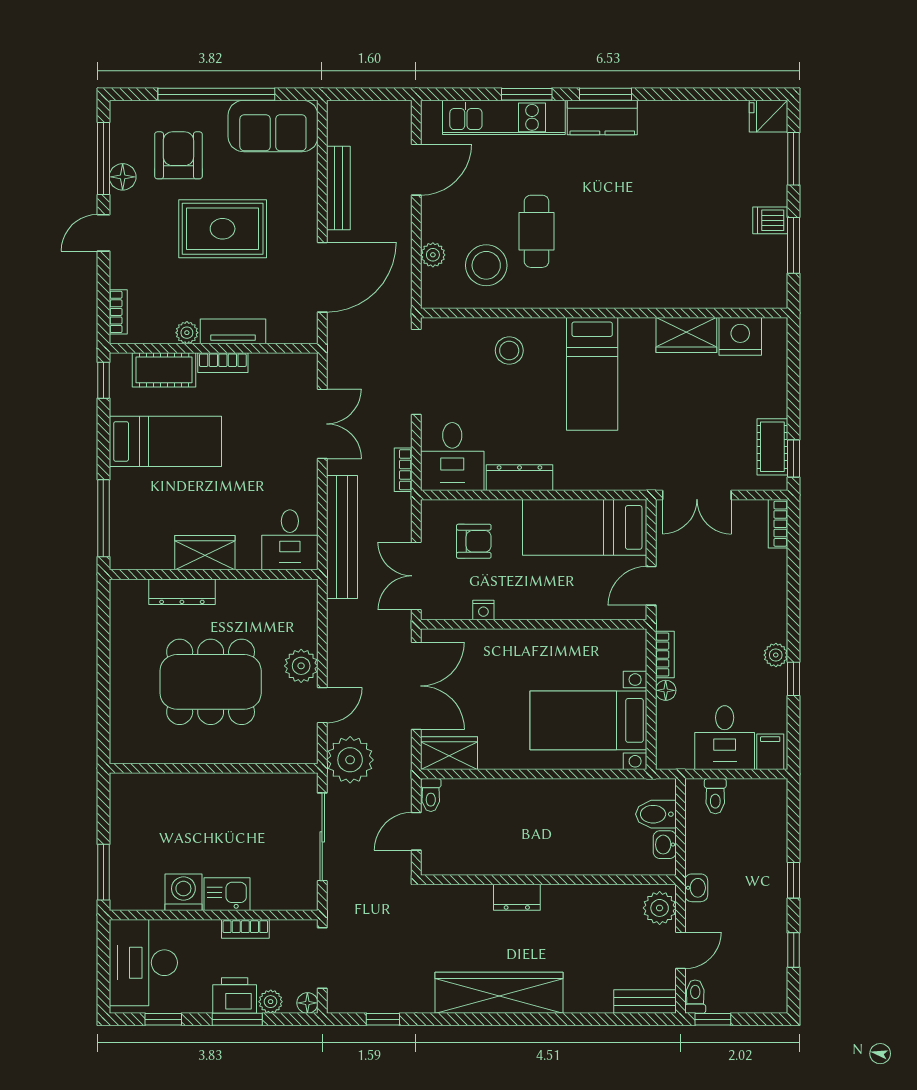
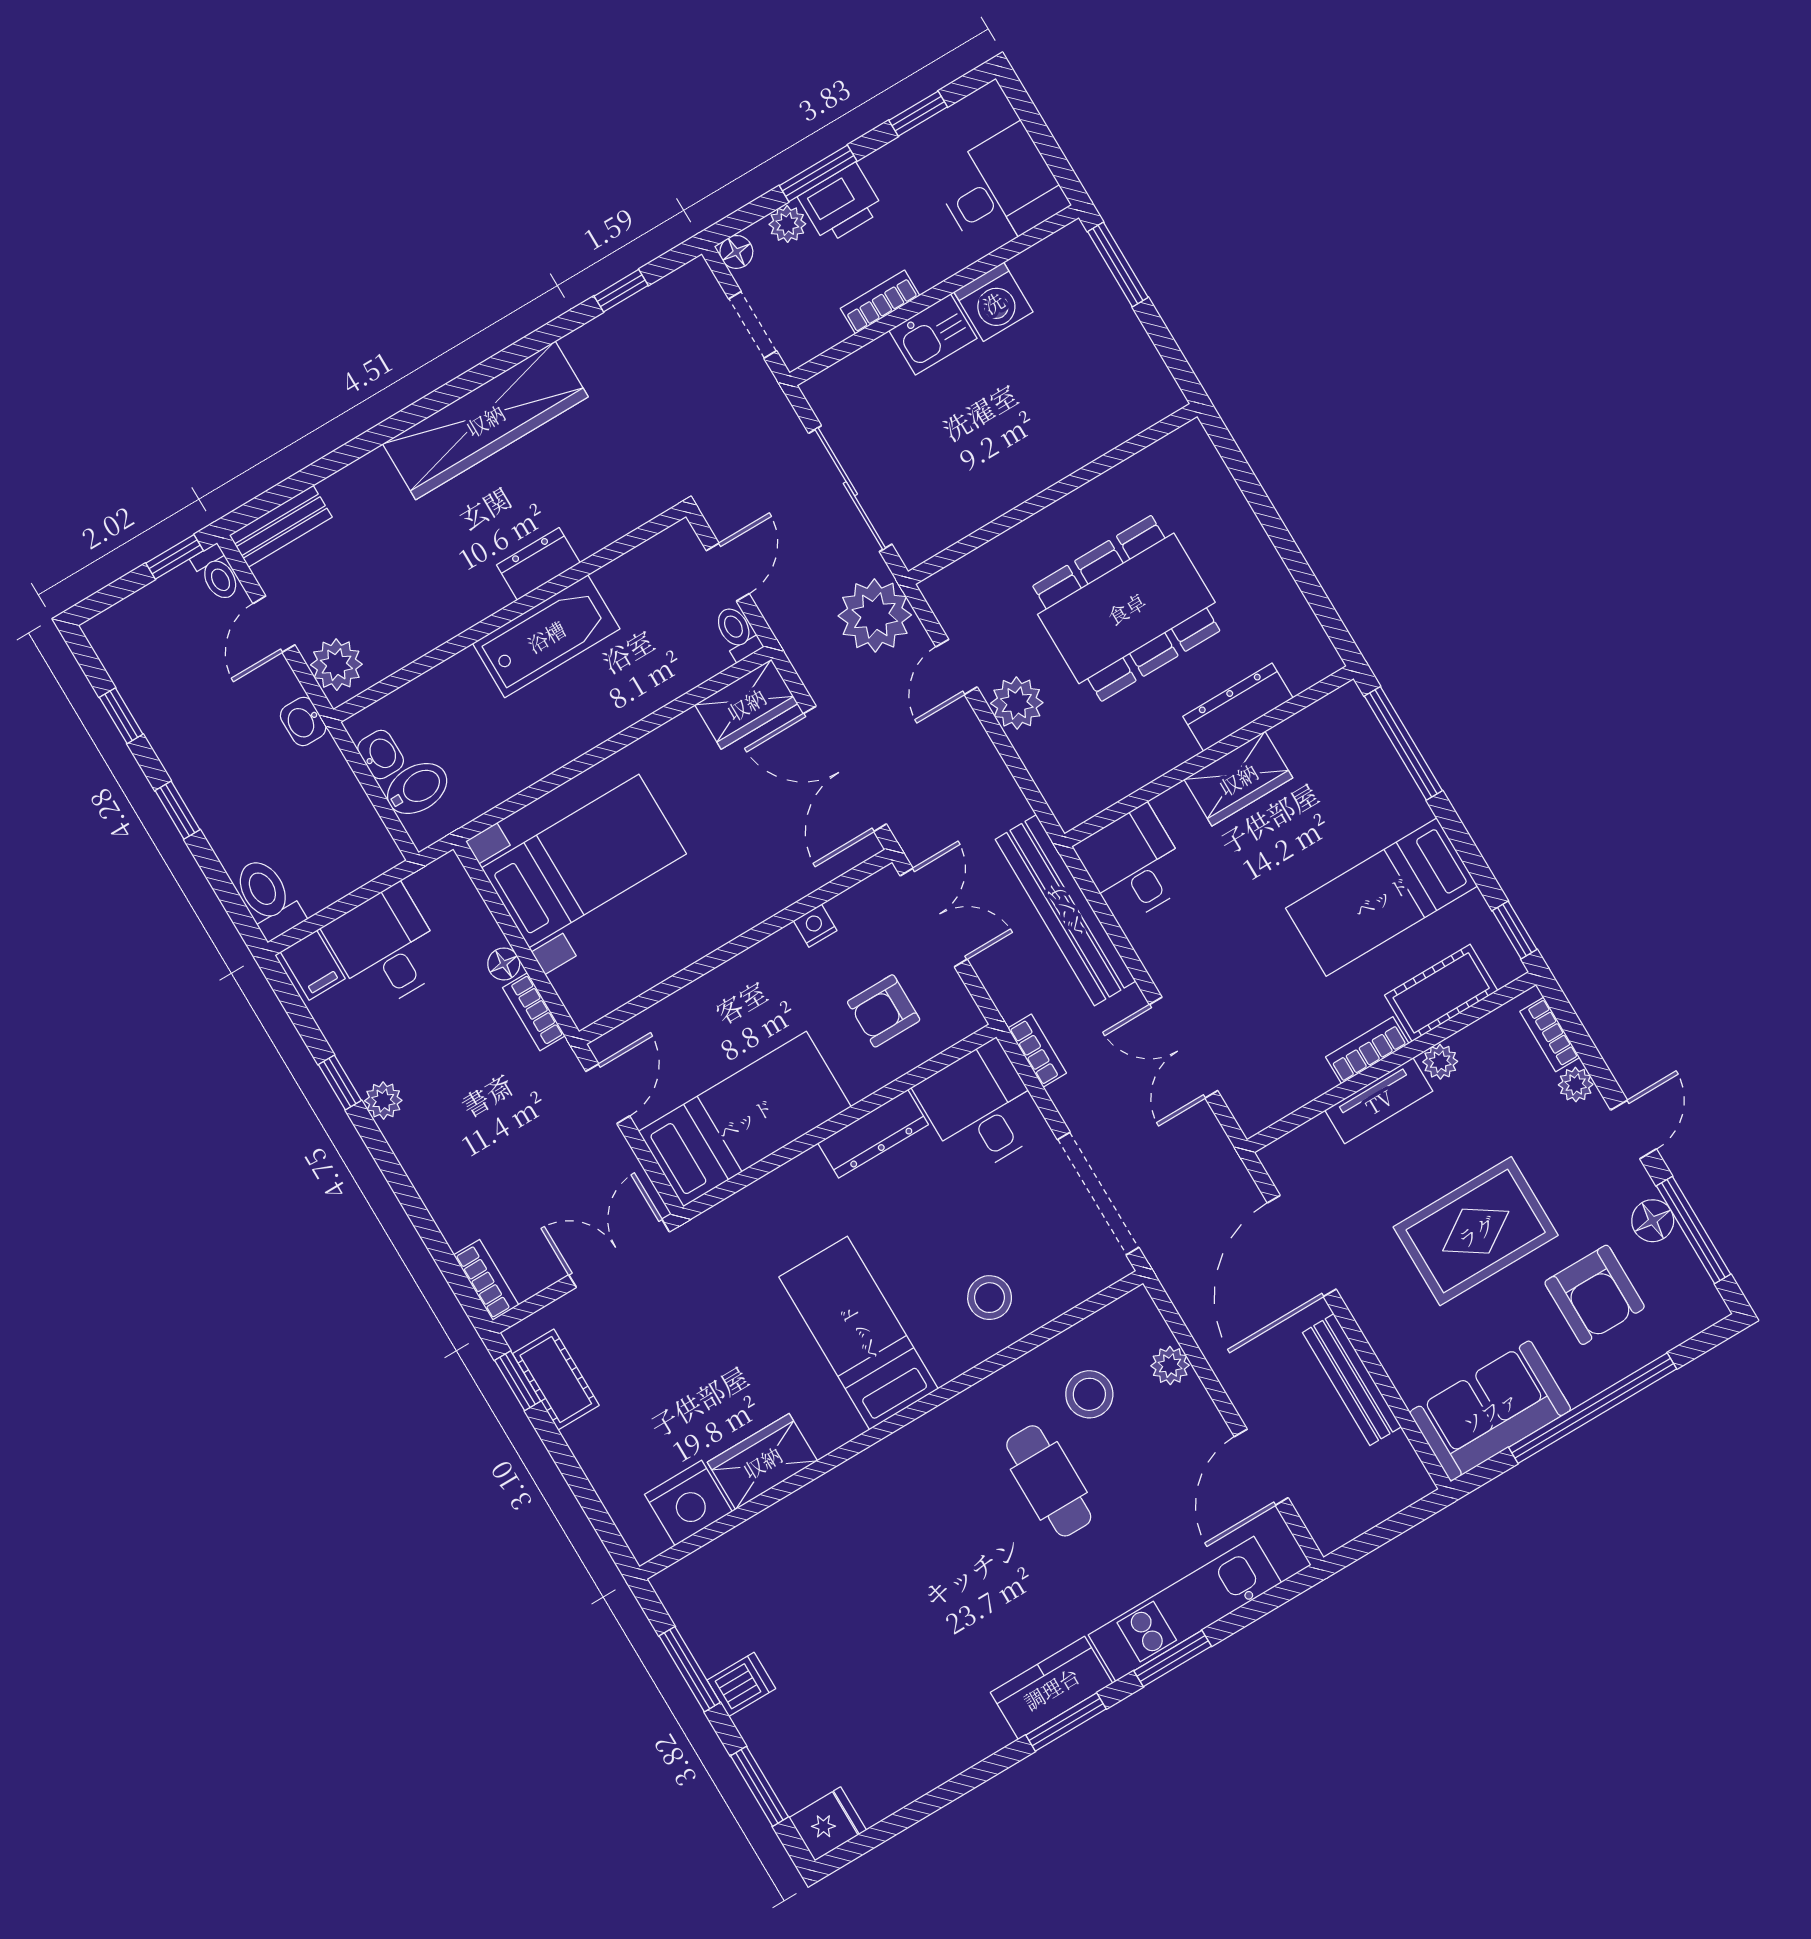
stool: (486, 265) -> (1089, 1394), width x0.73, depth x0.73
plant: (120, 276) -> (1576, 1085), added
toilet: (715, 796) -> (268, 898), moved, width x1.37, depth x1.39
bathtub: (536, 855) -> (546, 636), added
doorway: (322, 958) -> (753, 325), width x0.73
desk: (143, 963) -> (1000, 190), width x0.73

